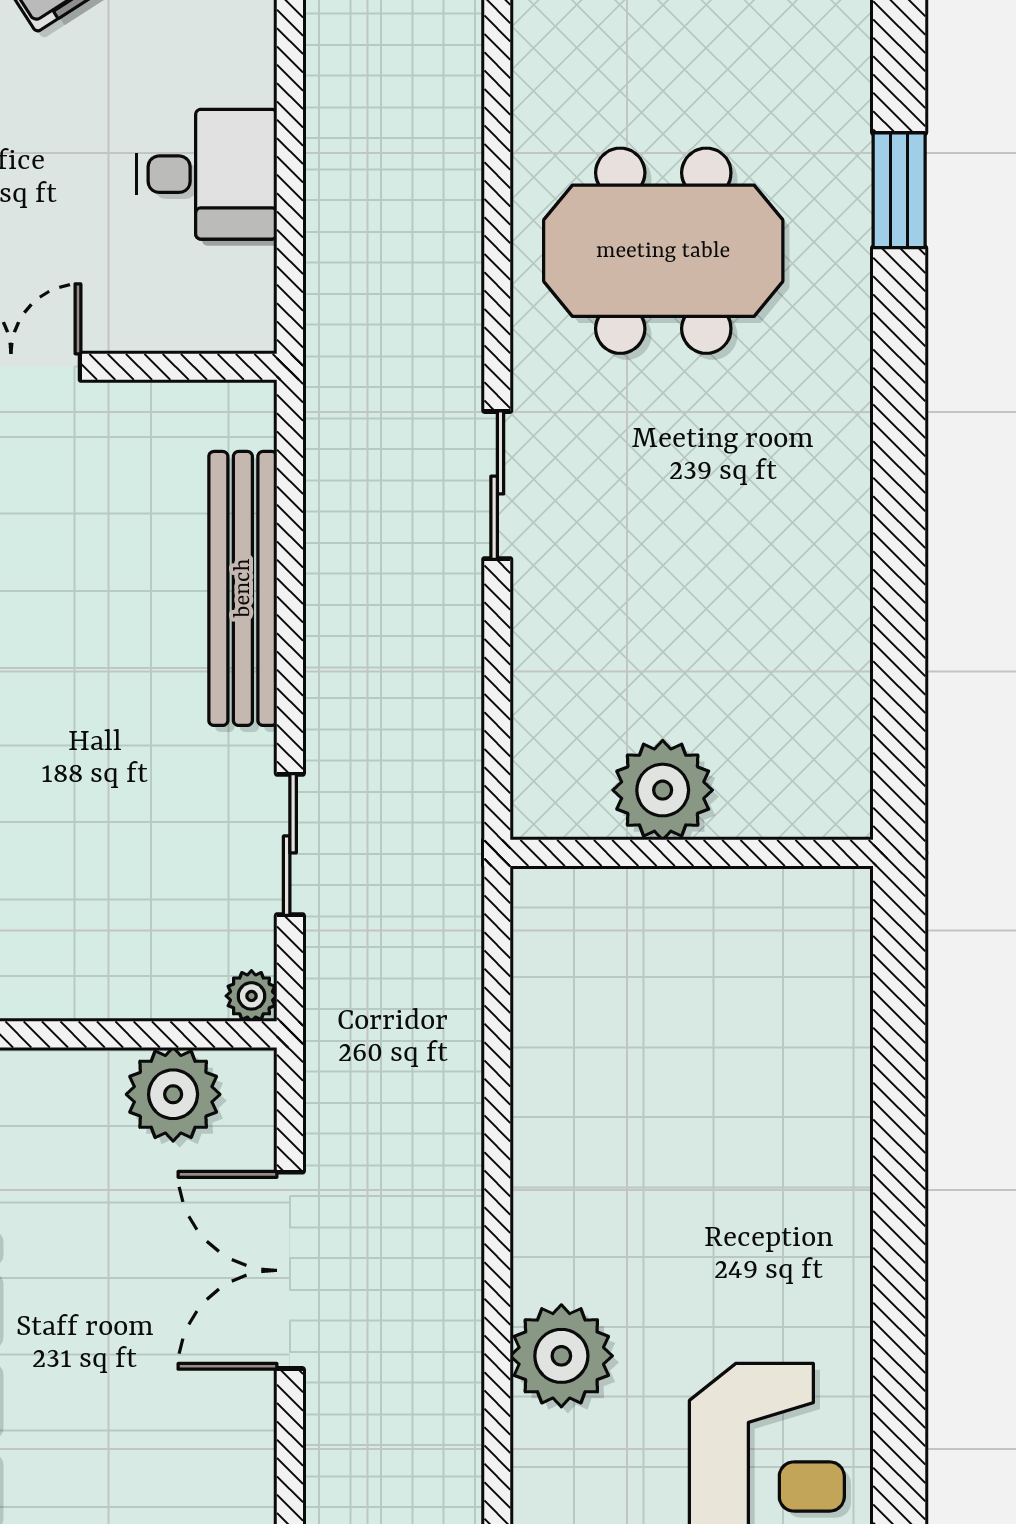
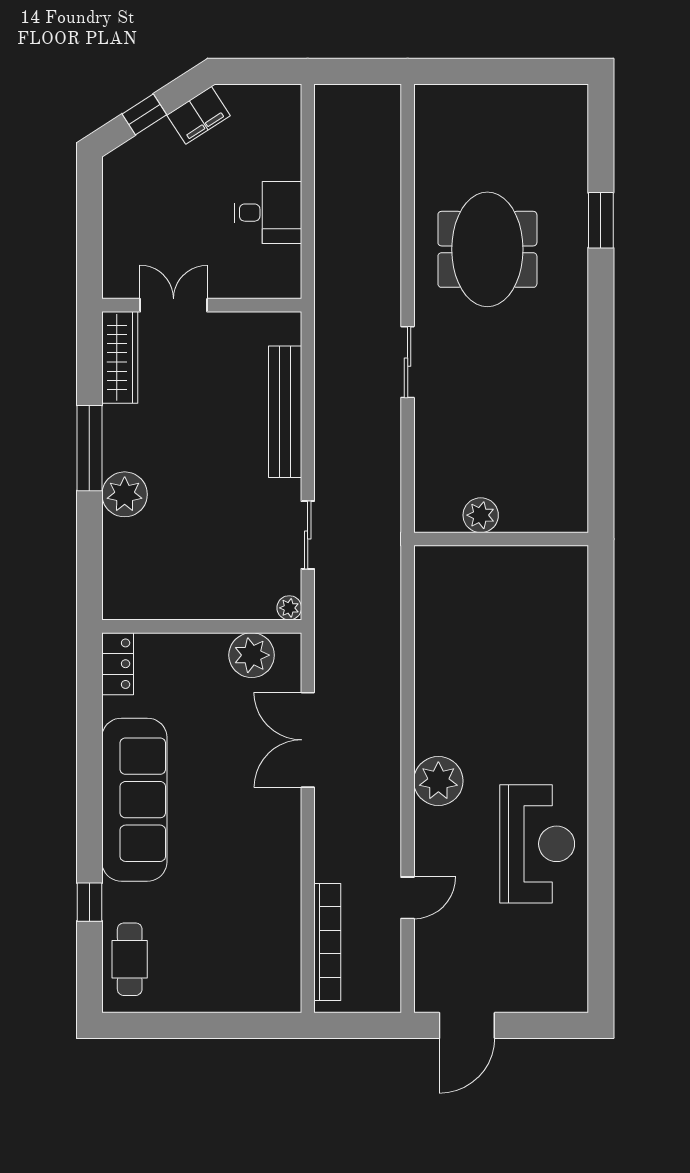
meeting table: (663, 251) -> (487, 249), turned 90
plant: (663, 790) -> (481, 515), width x0.73, depth x0.73

